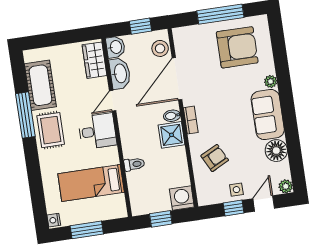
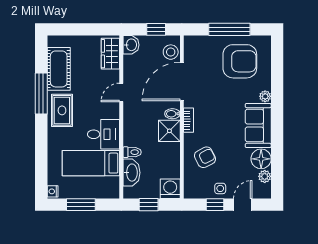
washbasin: (120, 73) -> (131, 173), moved
desk: (97, 131) -> (103, 134), moved
plant: (286, 186) -> (265, 176), moved

